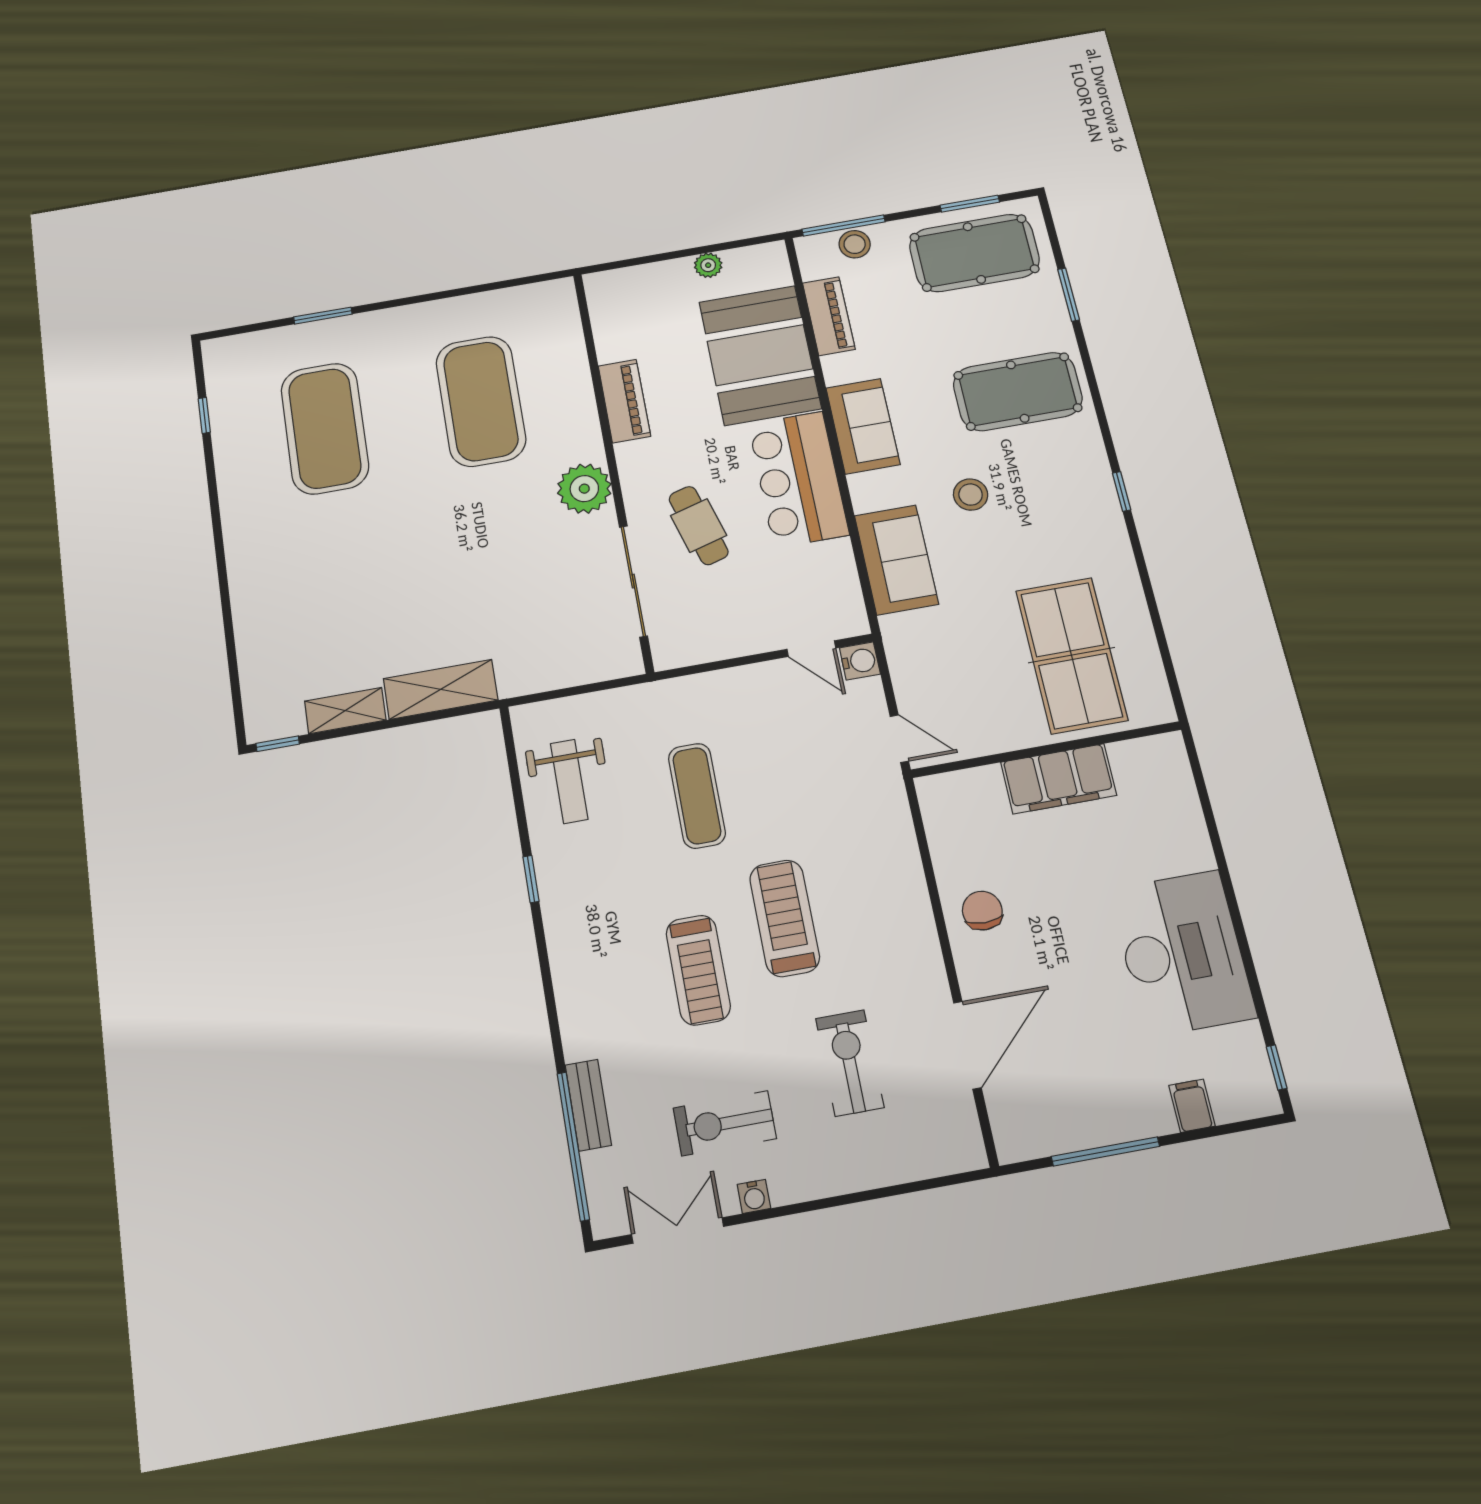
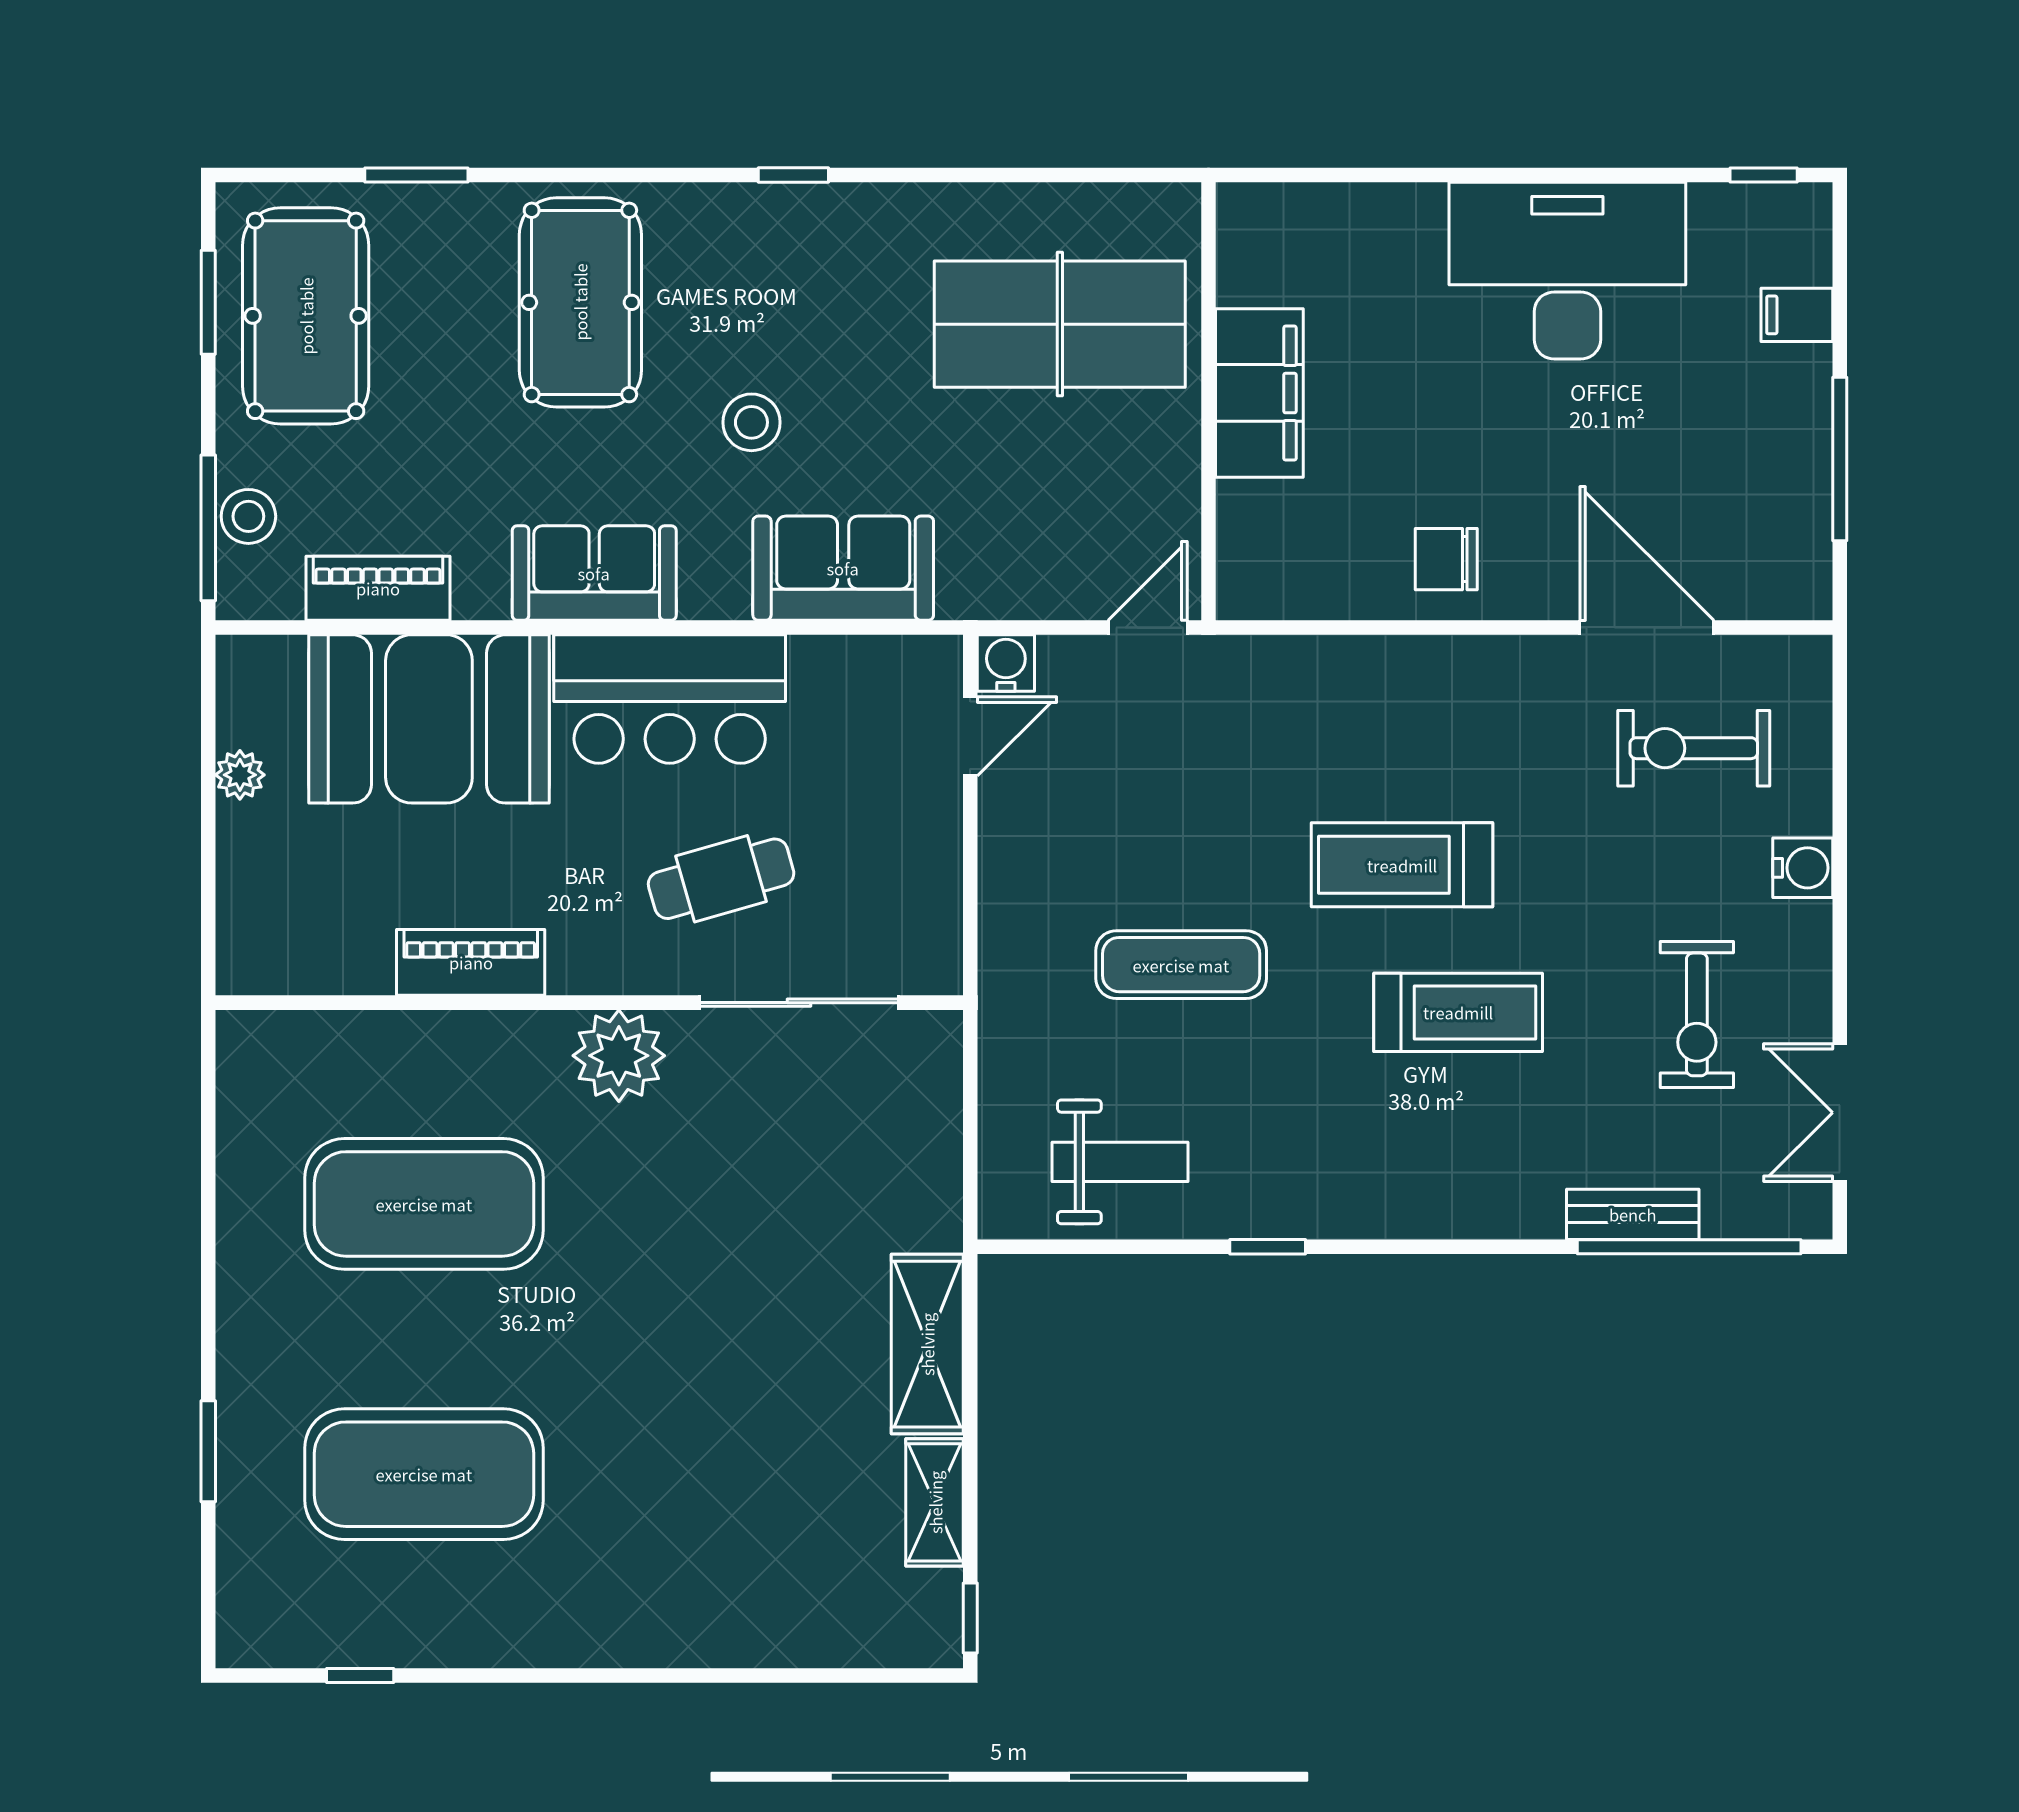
exercise bike: (850, 1063) -> (1694, 748), moved
water cooler: (754, 1196) -> (1803, 868), moved, width x1.38, depth x1.38

